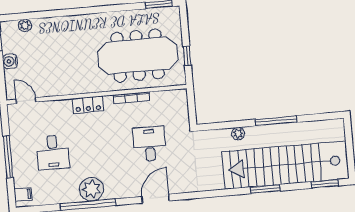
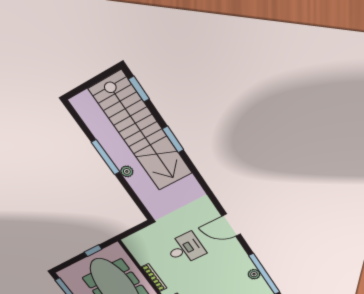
plant: (238, 133) -> (127, 171), moved
desk: (150, 144) -> (185, 249), turned 180
plant: (91, 189) -> (254, 274), width x0.53, depth x0.53

